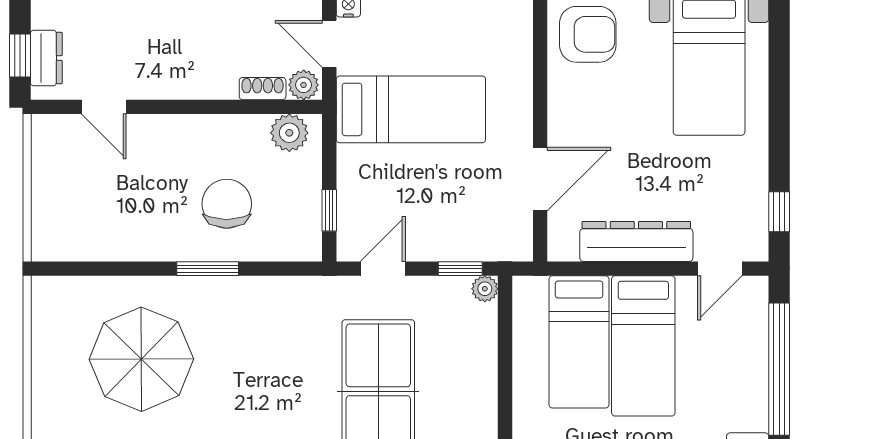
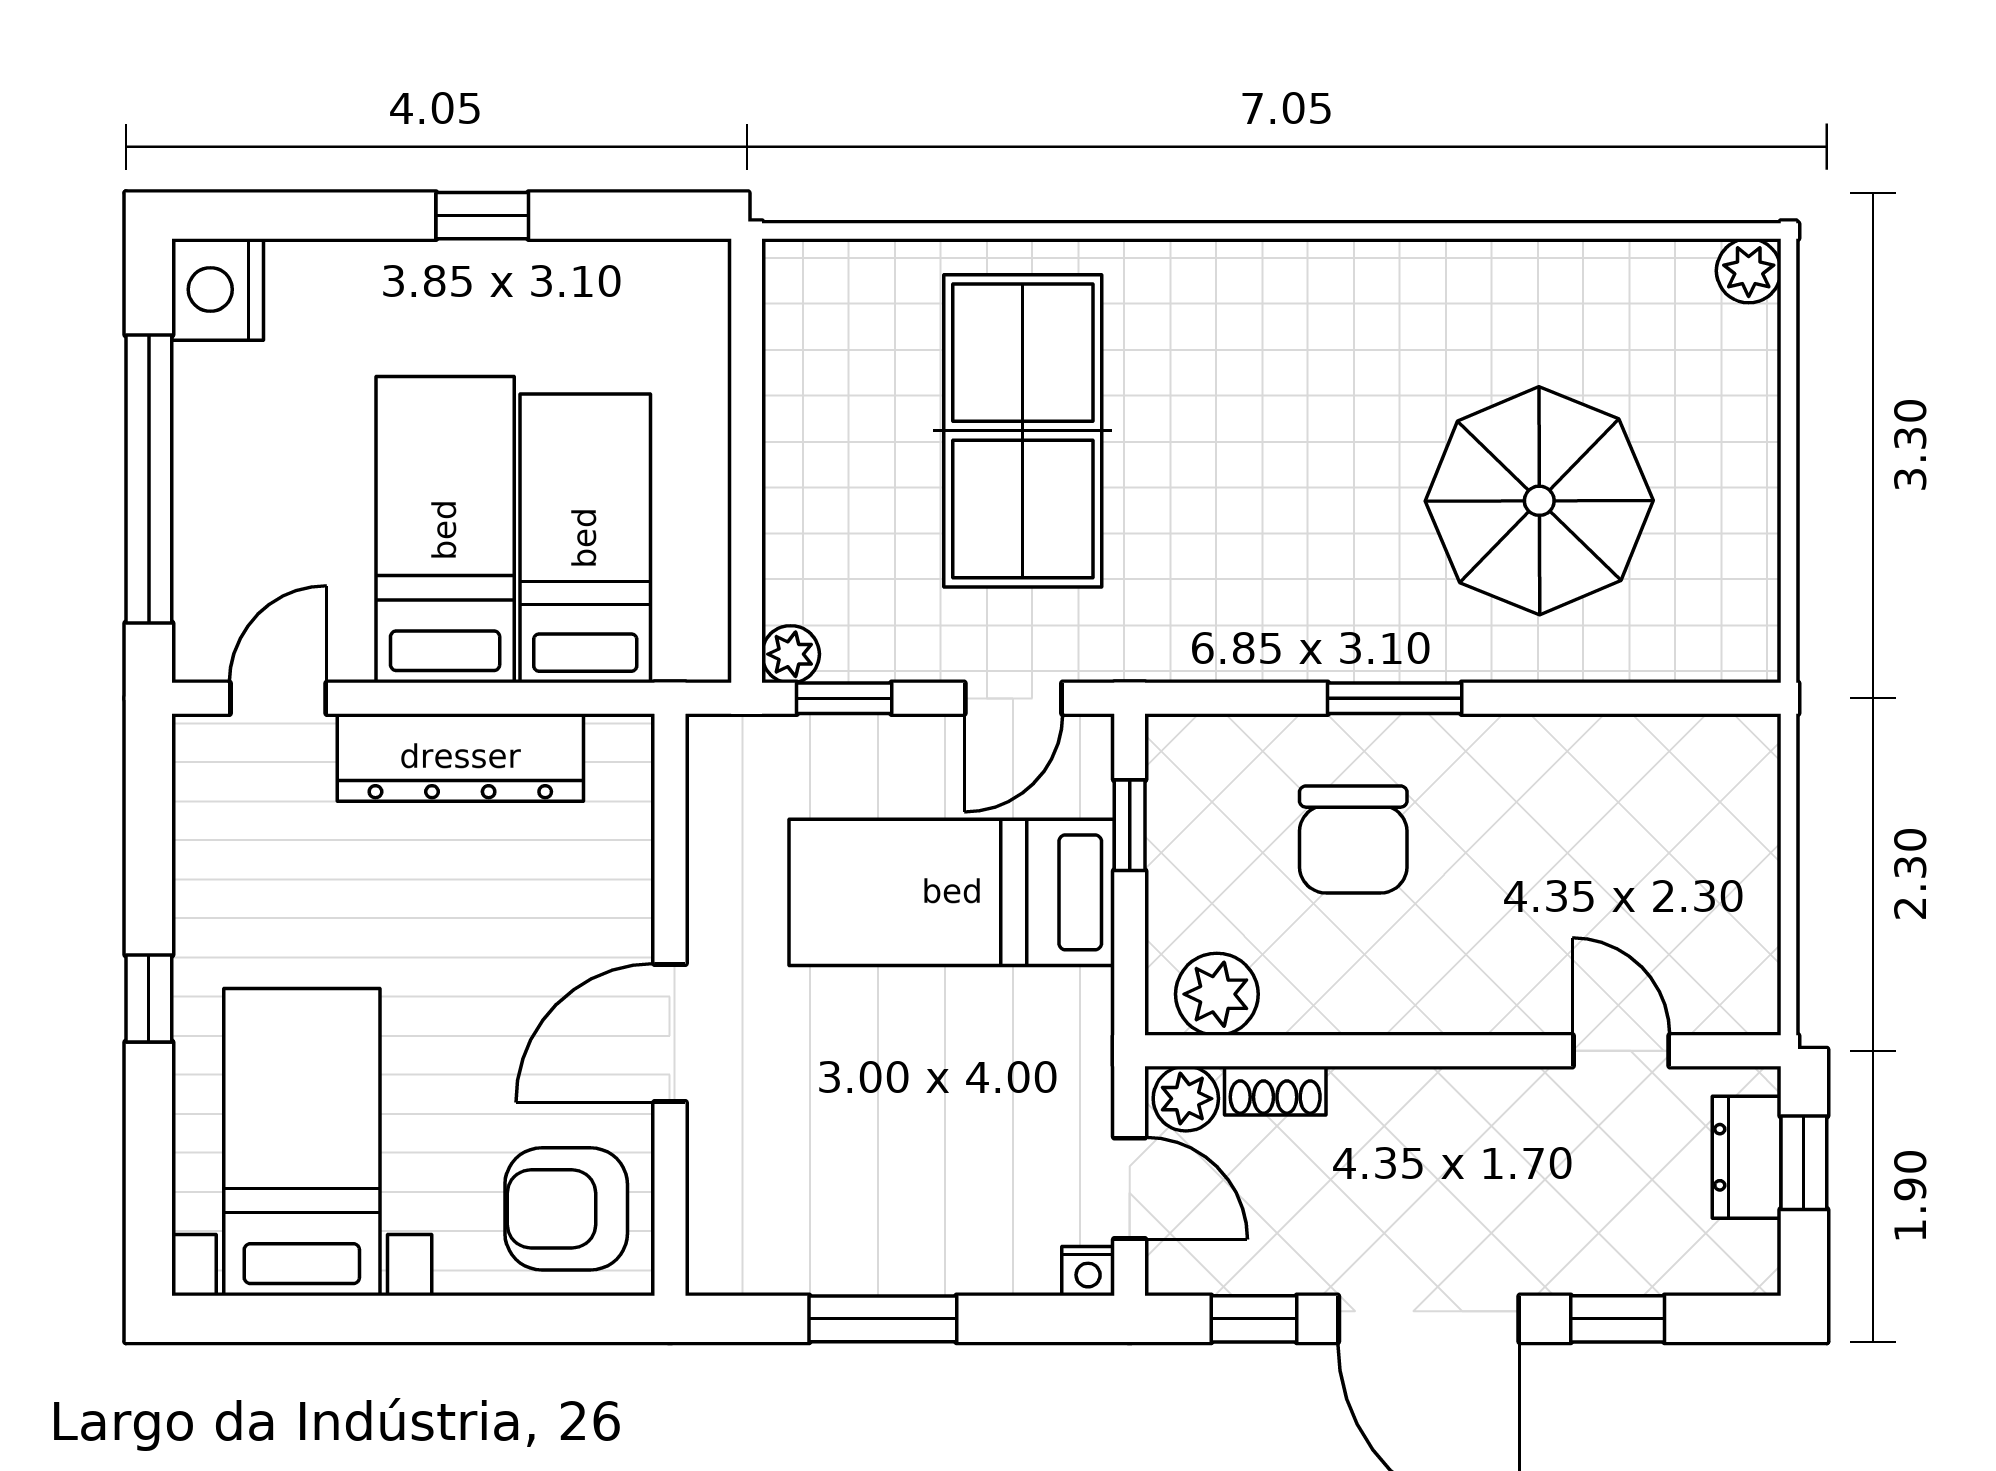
bed: (411, 109) -> (952, 892), moved
door: (540, 179) -> (670, 1033), moved
window: (779, 212) -> (149, 999), moved

